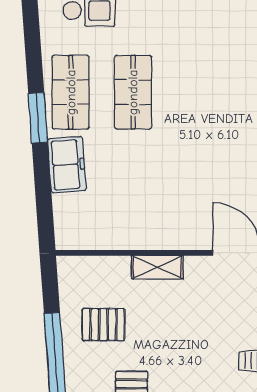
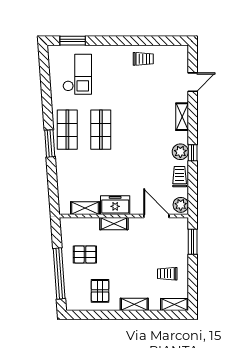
freezer: (67, 165) -> (115, 205), moved, turned -86
shelving: (104, 238) -> (85, 208), added

